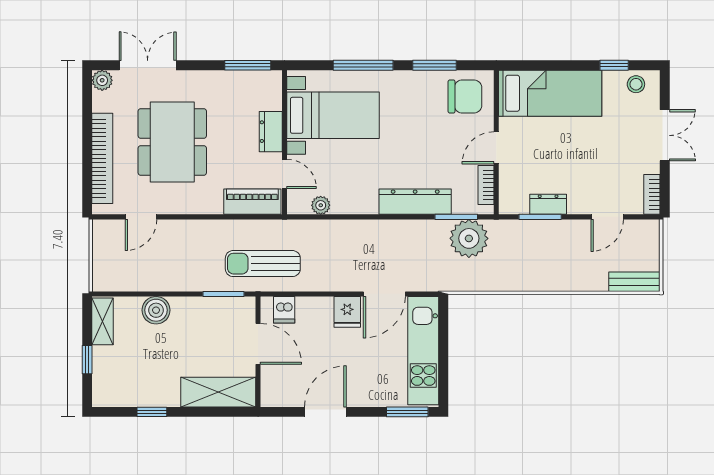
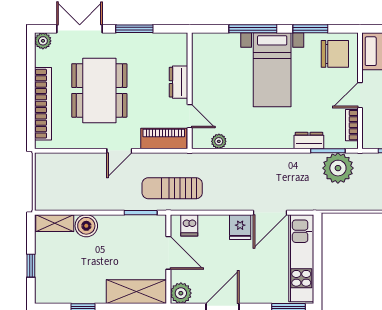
window: (248, 65) -> (134, 29), moved
bed with nightstands: (333, 115) -> (272, 70), moved, turned 90
dresser: (415, 202) -> (309, 140), width x0.51, depth x0.80
door: (141, 217) -> (119, 151), moved
shelving: (103, 321) -> (55, 223), moved, turned 90
plant: (274, 394) -> (181, 293), added

